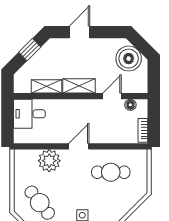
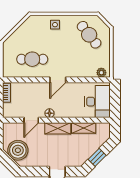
floor lamp: (130, 105) -> (49, 113), moved
desk: (29, 114) -> (97, 102), width x1.37
plant: (49, 161) -> (101, 73), moved, width x0.53, depth x0.53

